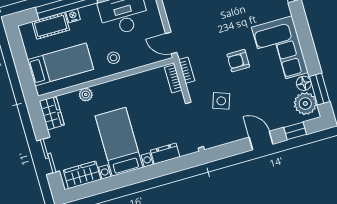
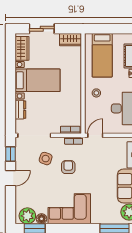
armchair: (238, 61) -> (68, 167), moved
plant: (86, 95) -> (77, 67), removed
window: (295, 131) -> (11, 154), moved

